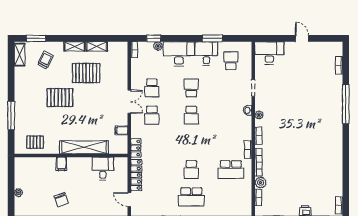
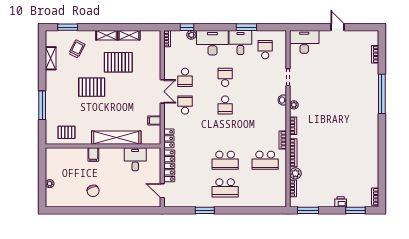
shelving: (20, 55) -> (51, 58), moved
school desk: (152, 115) -> (185, 105), turned 180
school desk: (191, 170) -> (225, 160), width x1.85

